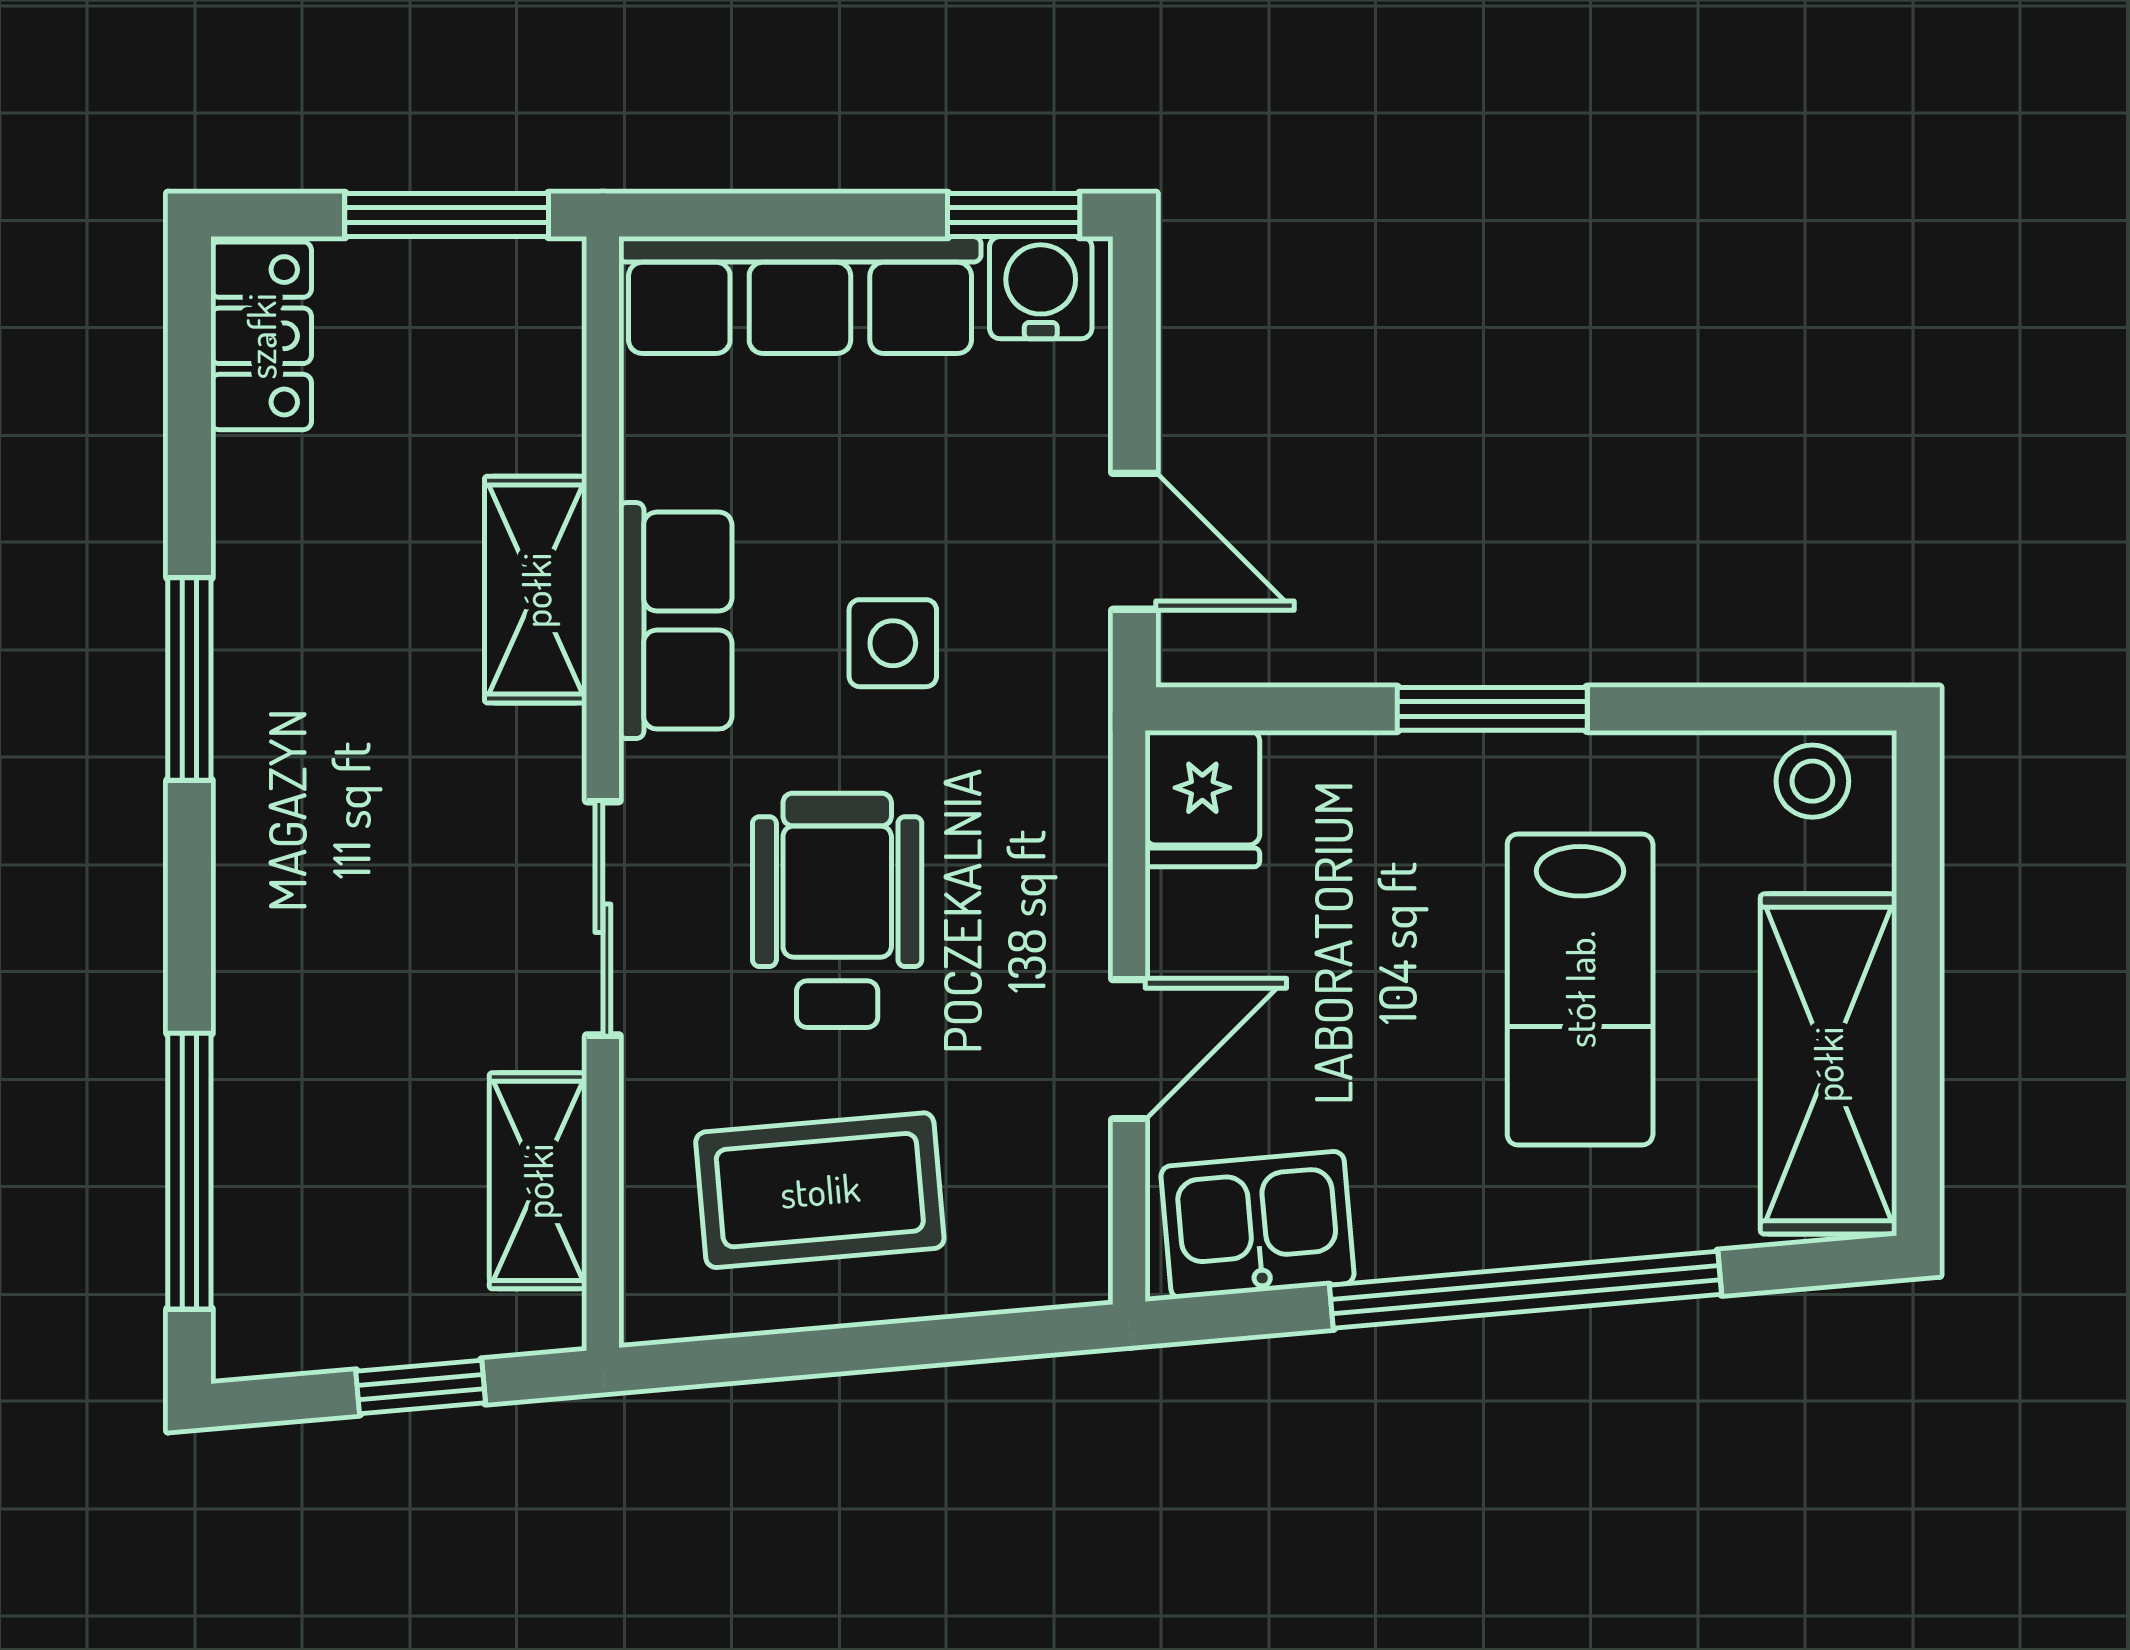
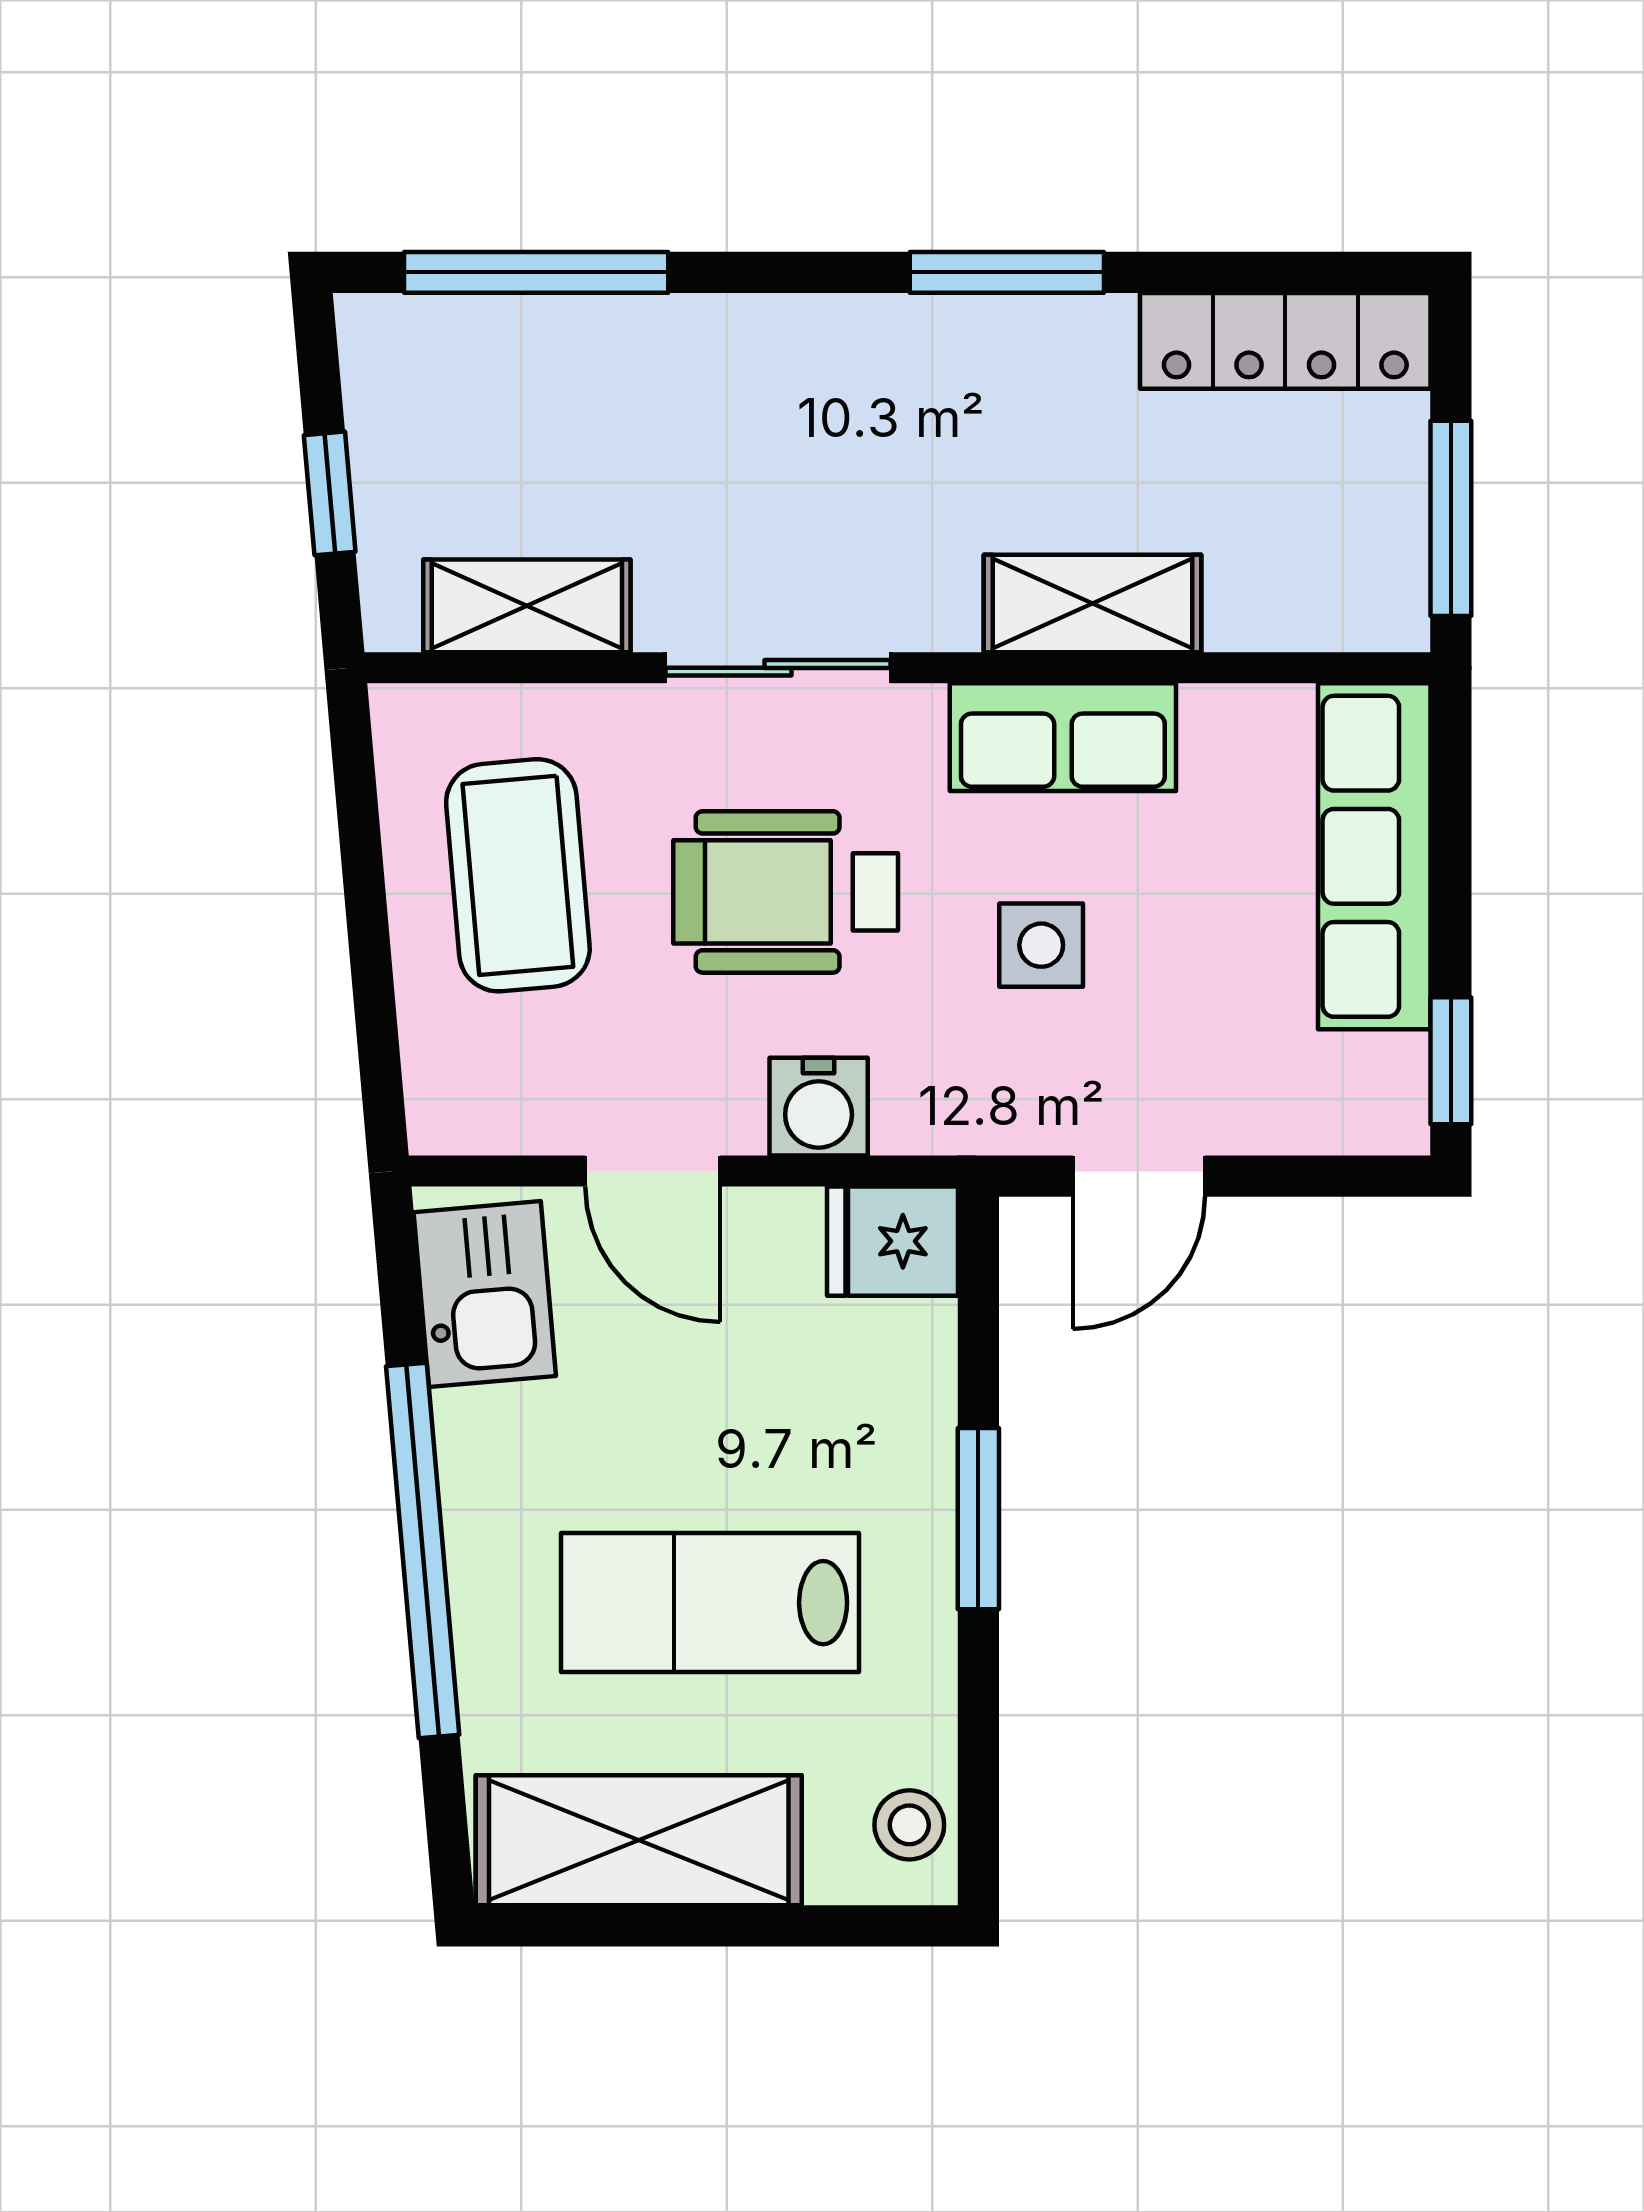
water cooler: (1041, 288) -> (819, 1107), moved, turned 90
locker: (261, 336) -> (1285, 341), width x1.53
wheelchair: (837, 910) -> (786, 892), turned 180

